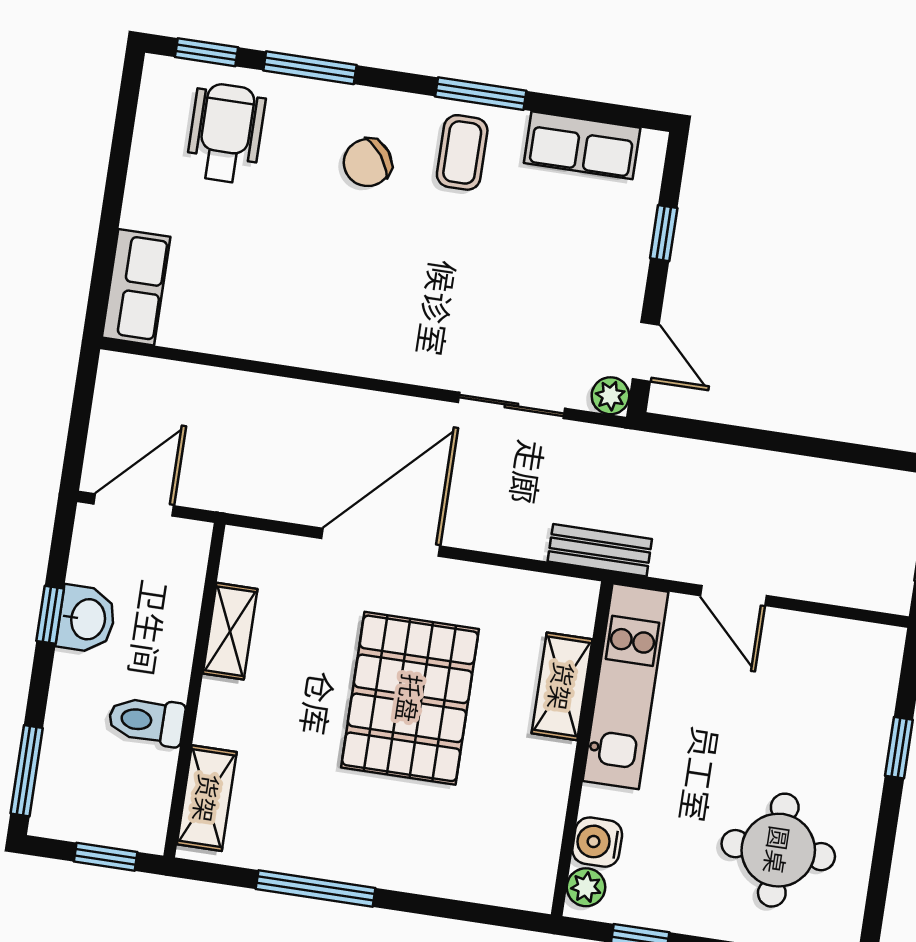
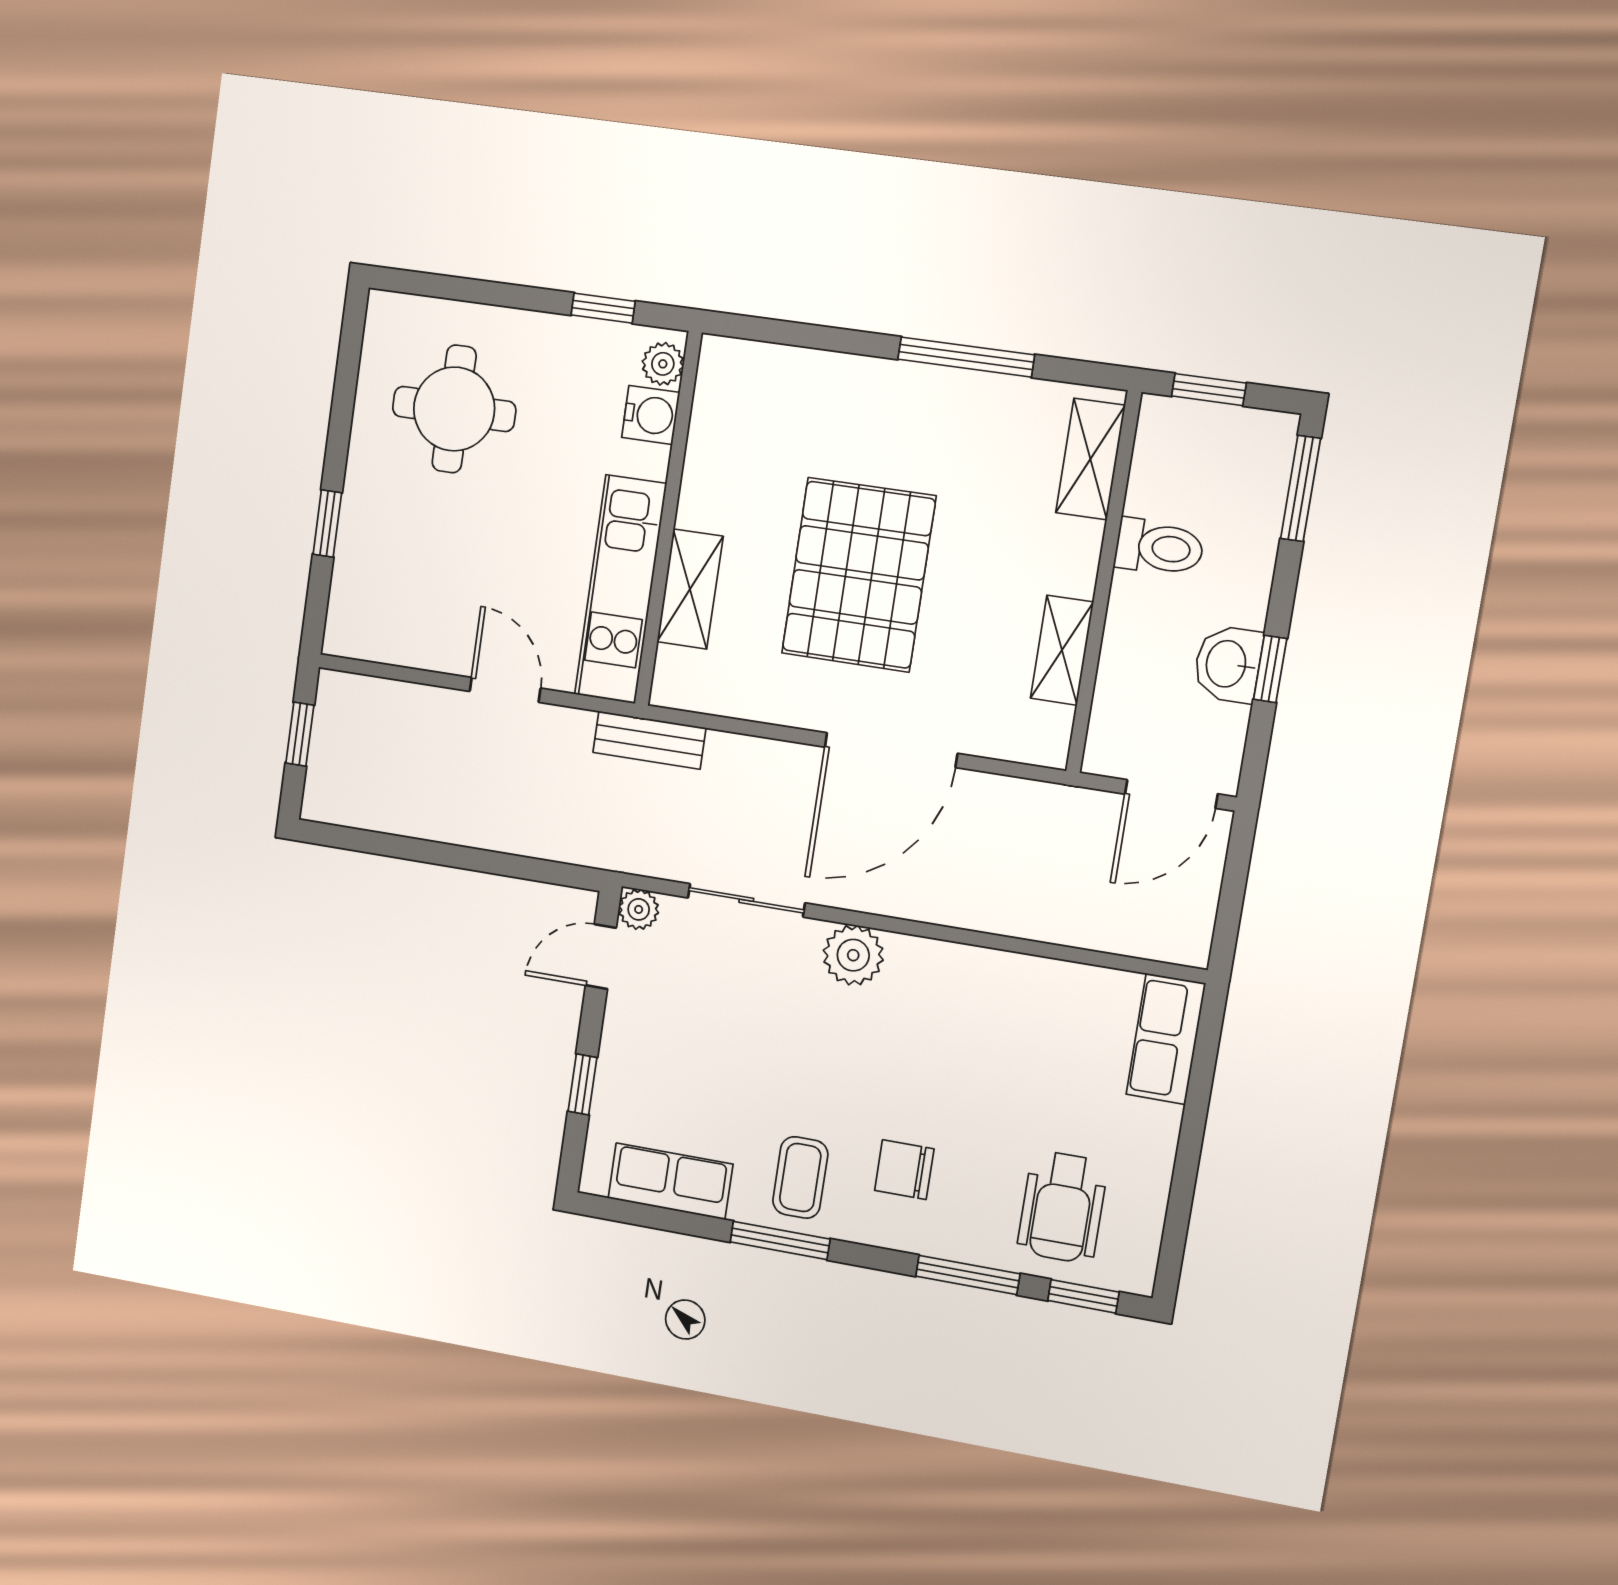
chair: (368, 163) -> (904, 1170), turned -143
door: (646, 352) -> (601, 957), hinge flipped
plant: (414, 357) -> (853, 955), added

